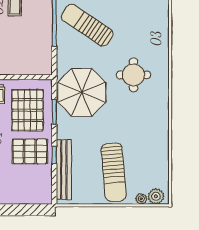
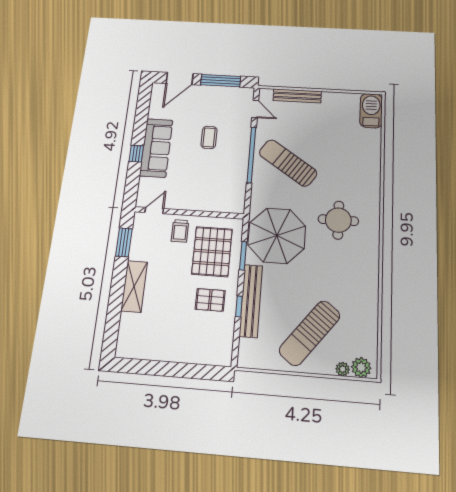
pallet: (30, 151) -> (210, 300), width x0.67, depth x0.71
bench: (64, 170) -> (251, 301), moved
sun lounger: (114, 172) -> (310, 333), turned 43

